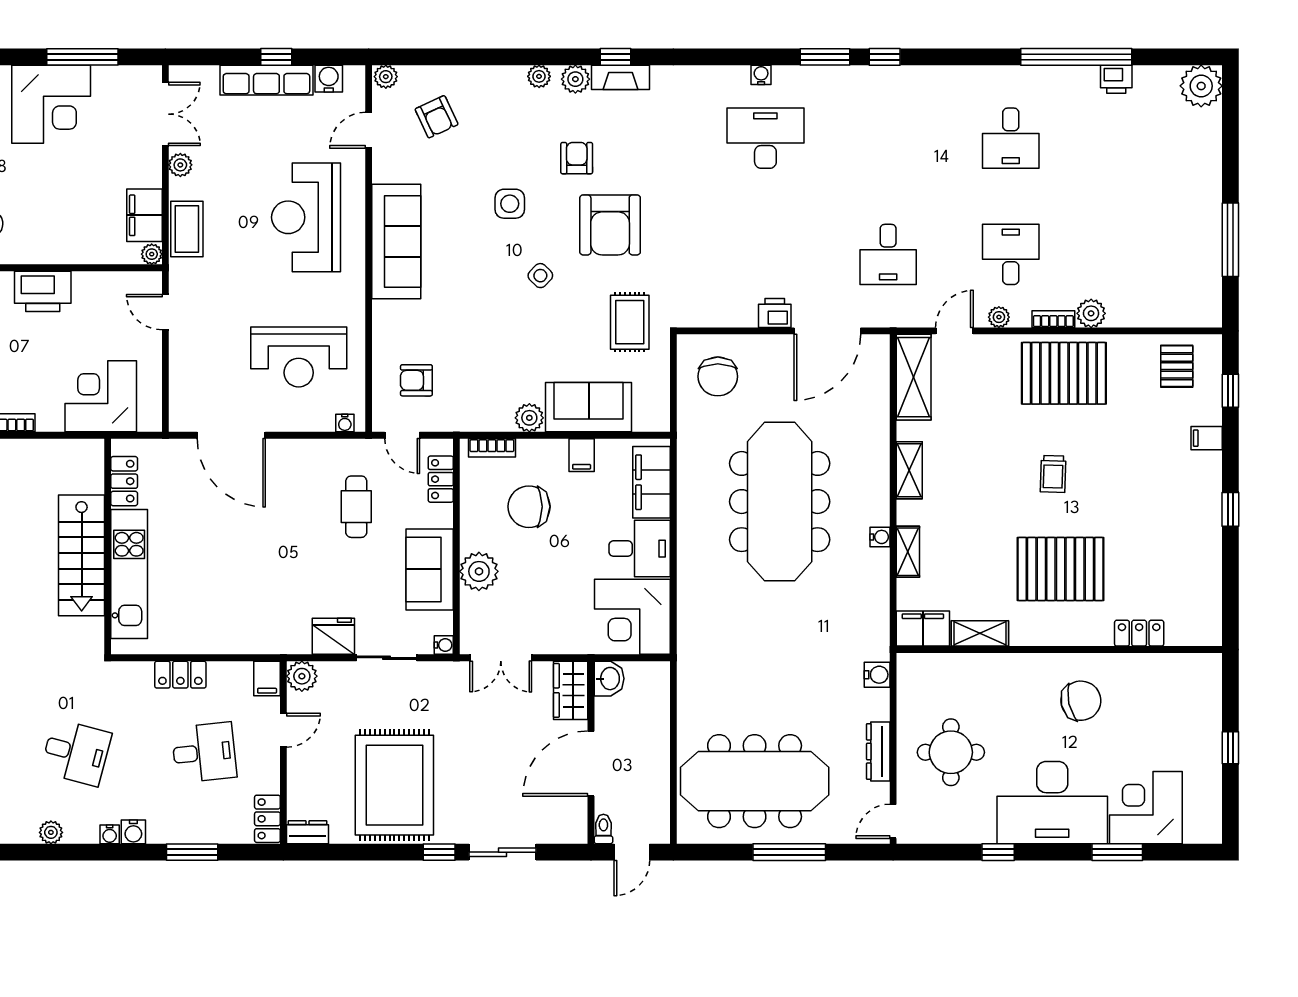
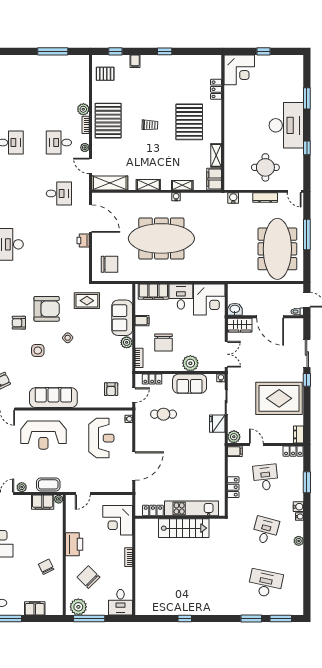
chair: (1081, 701) -> (244, 113), removed
corner desk: (1146, 808) -> (239, 70), moved, turned -90

